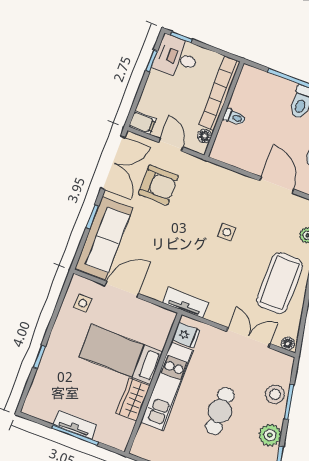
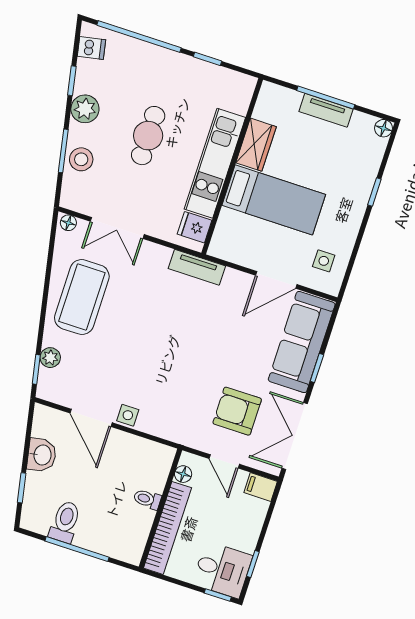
side table: (227, 232) -> (128, 415), moved
floor lamp: (29, 408) -> (384, 128), added

